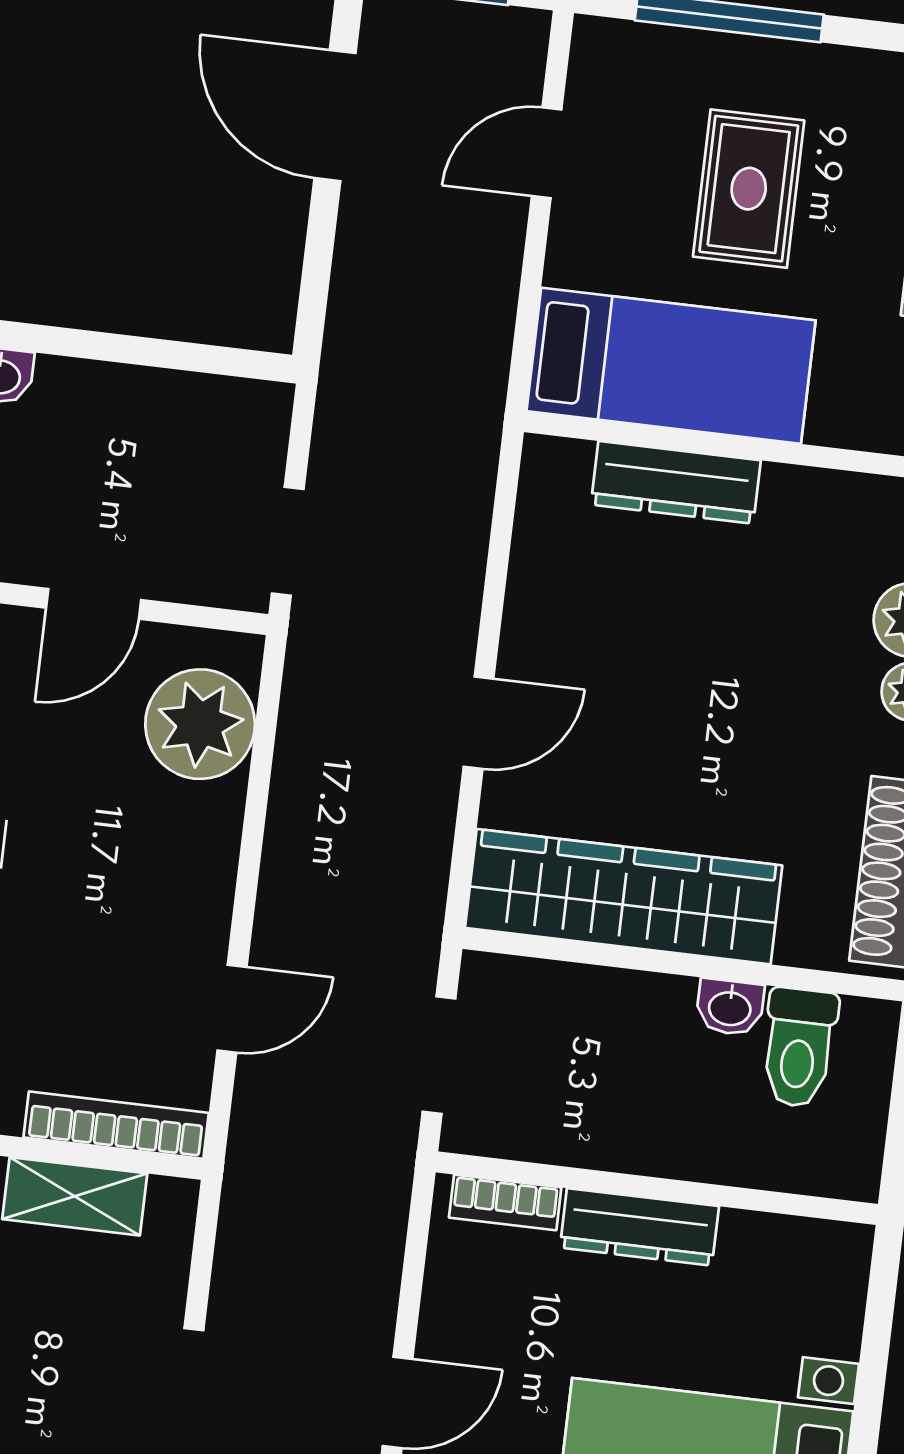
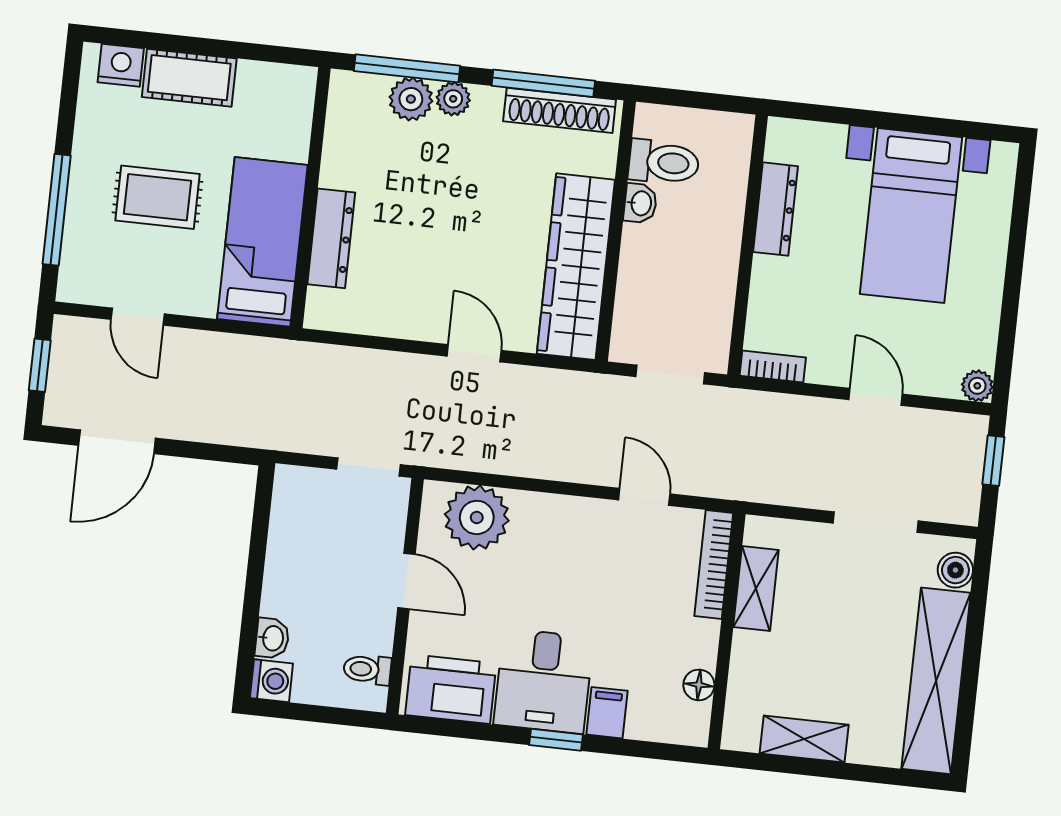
bookcase: (505, 1202) -> (773, 367), moved, turned -90
dresser: (639, 1227) -> (776, 209), moved

